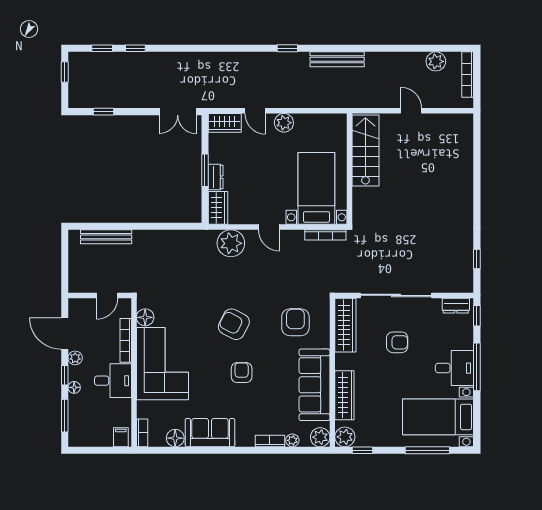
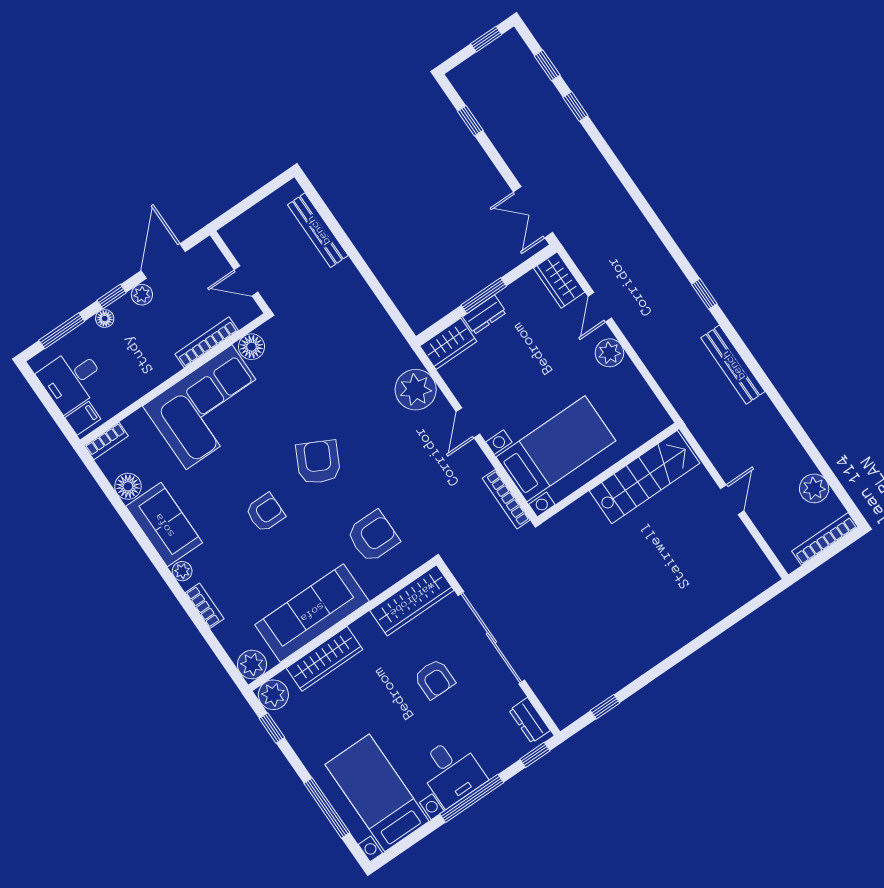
desk: (113, 381) -> (72, 379), moved, turned 90
plant: (292, 440) -> (182, 571), moved

